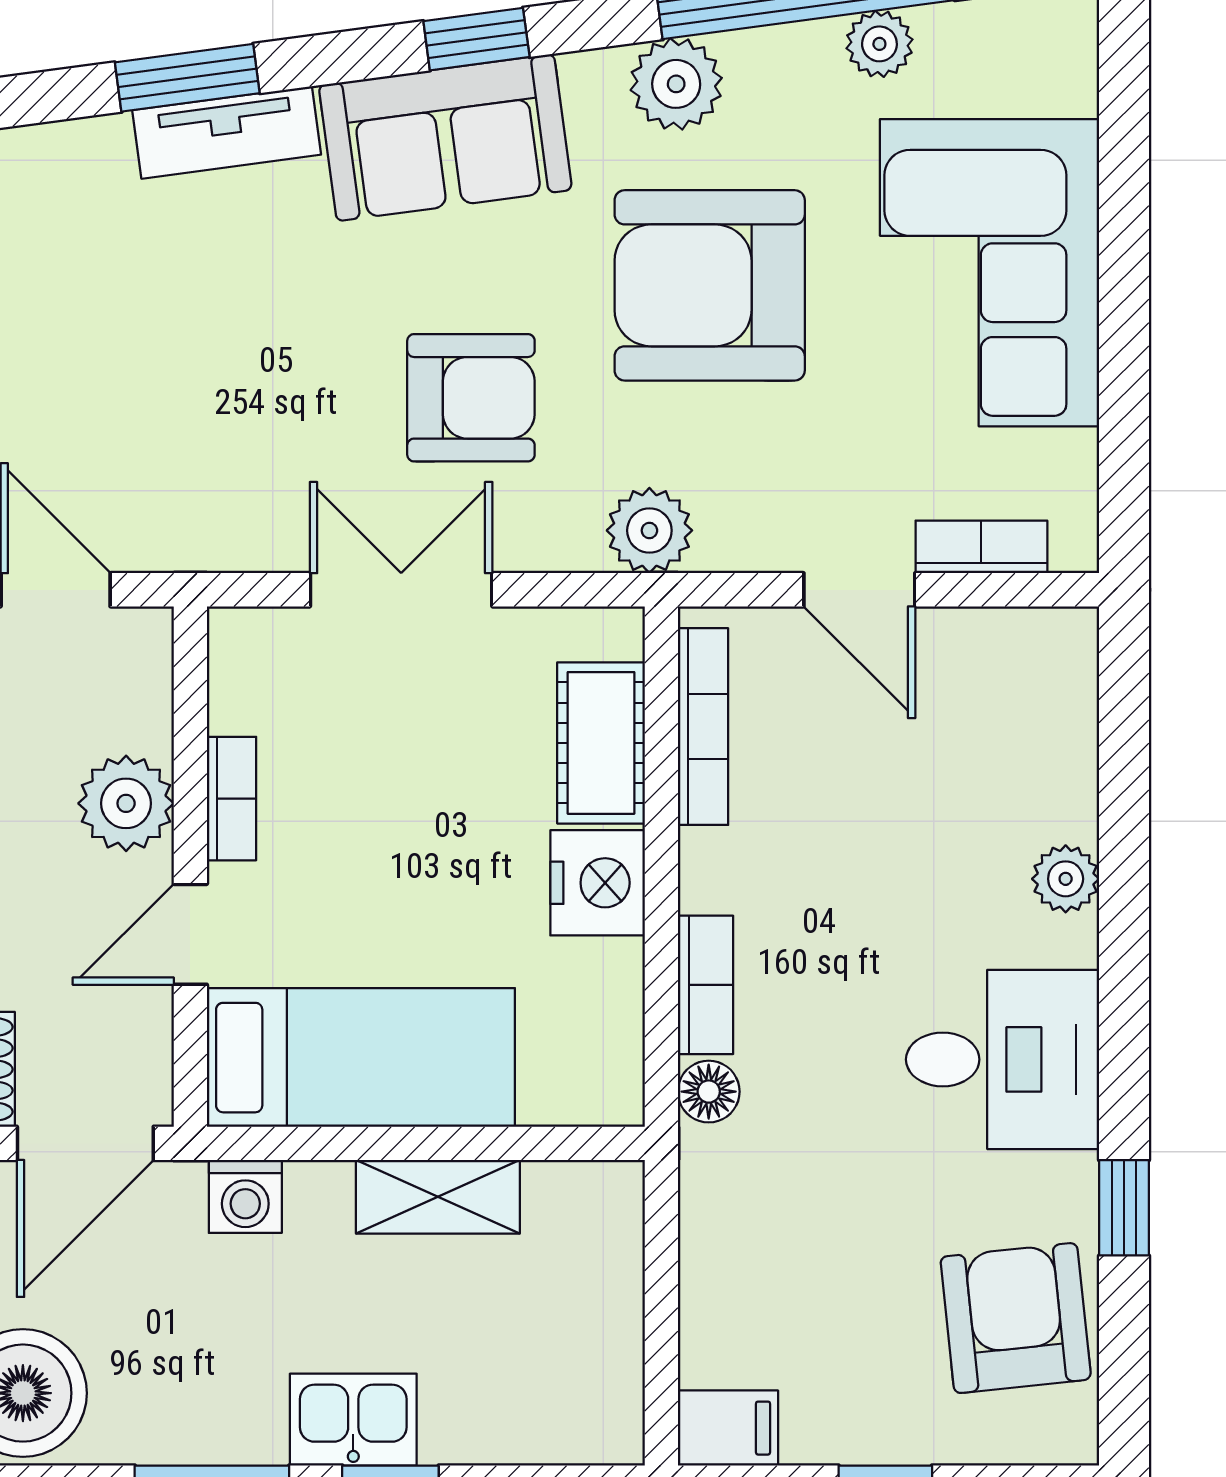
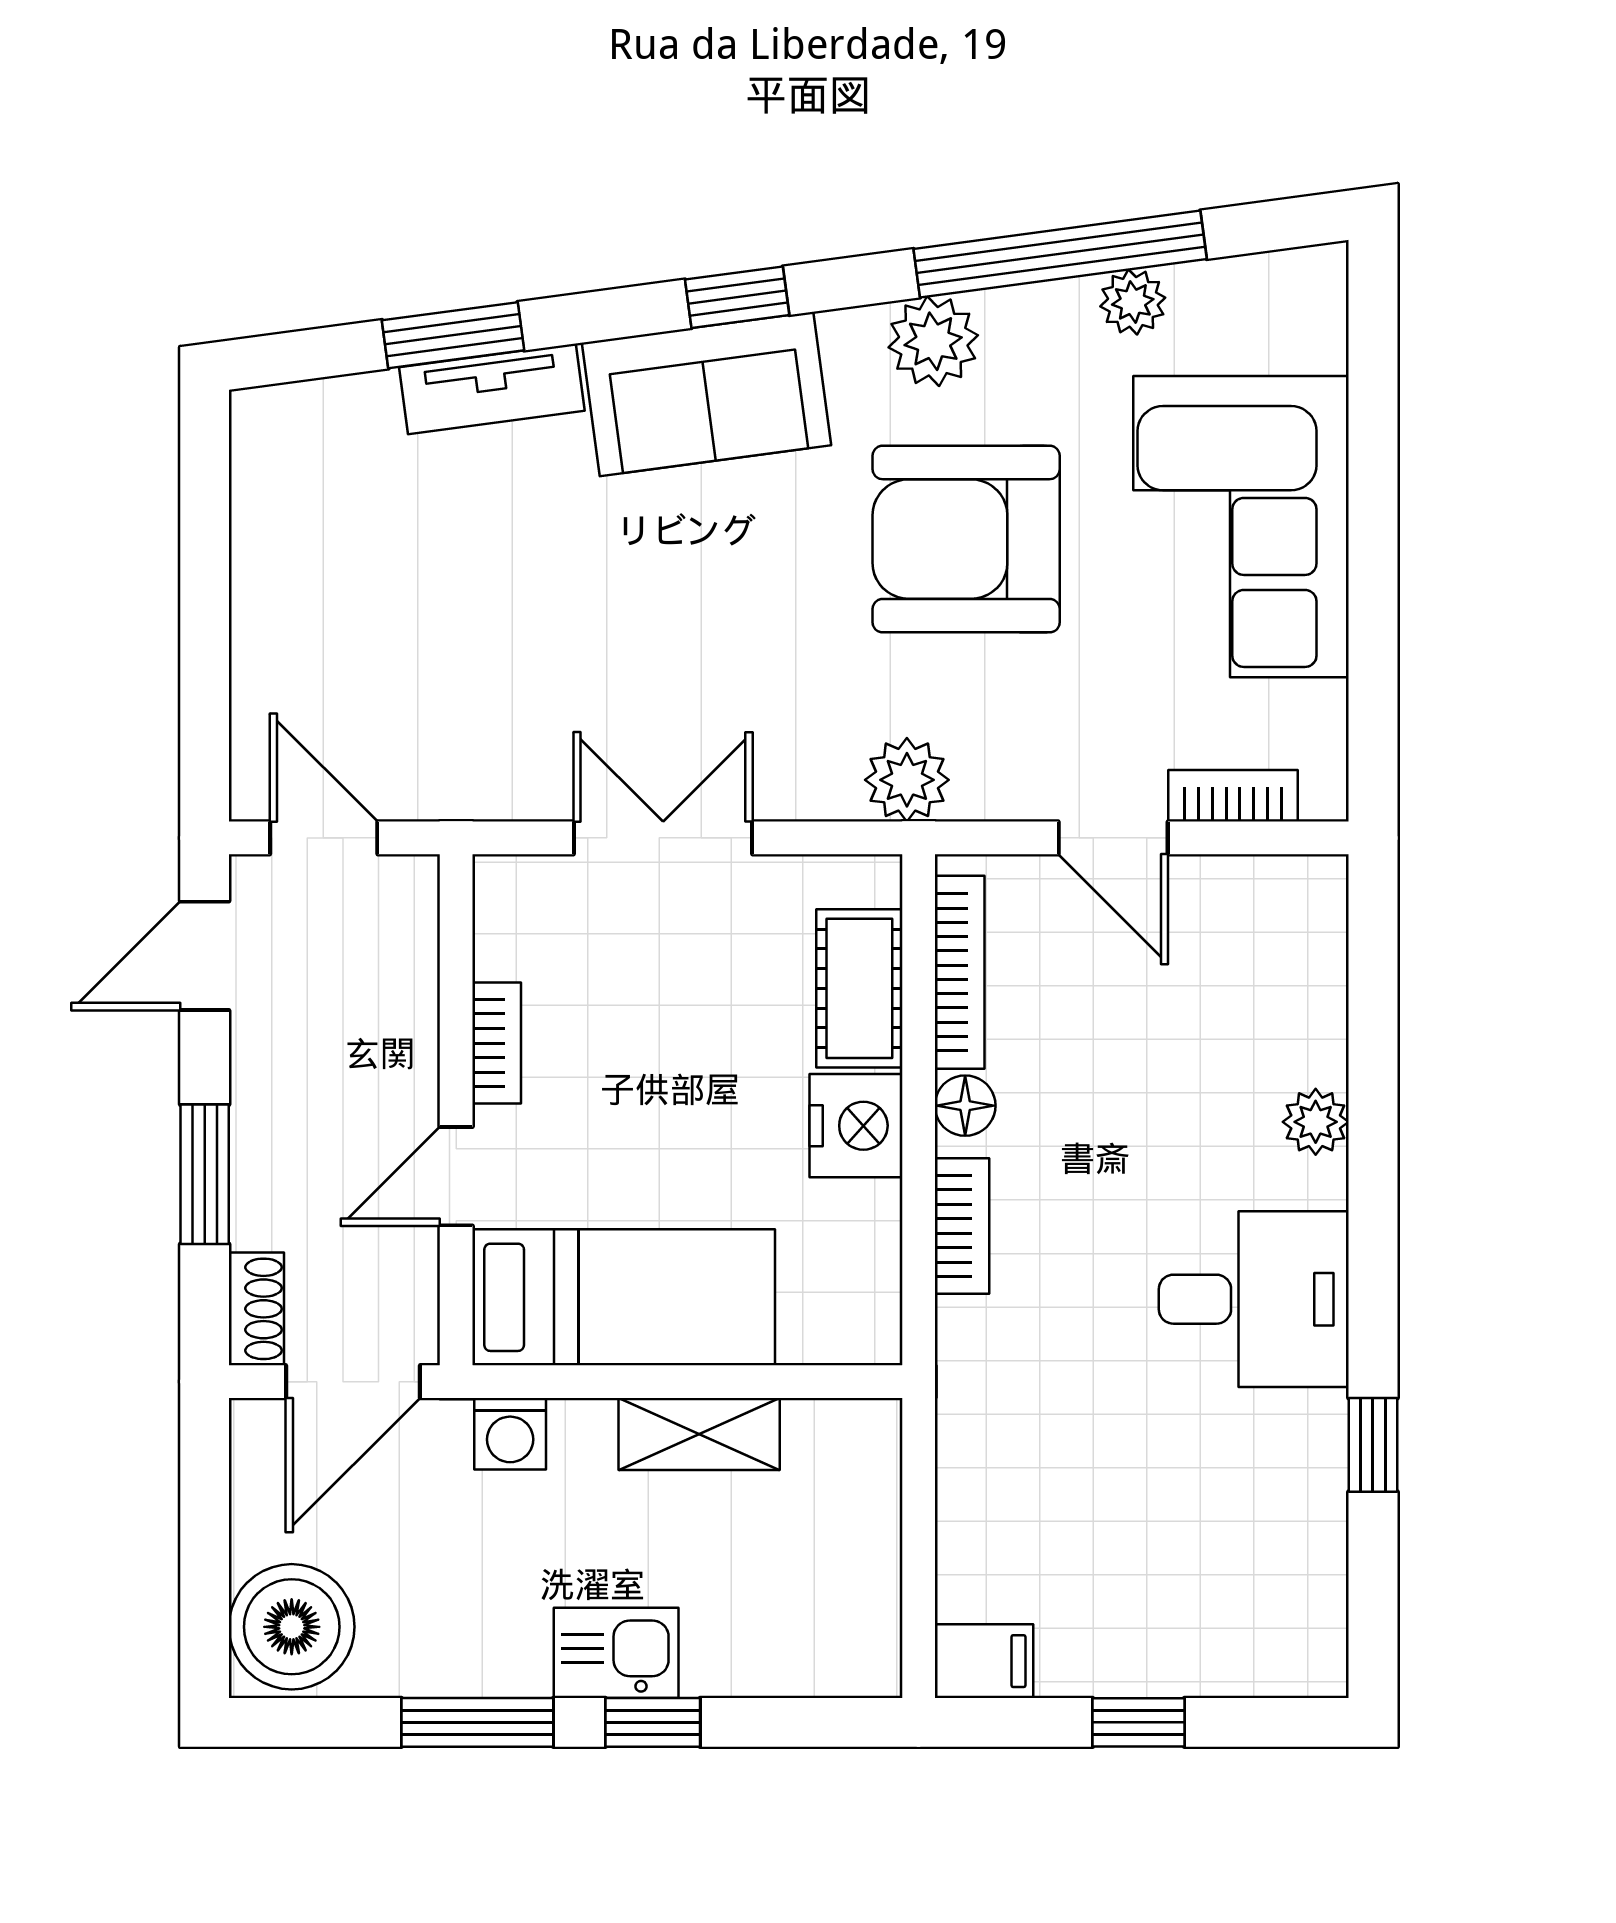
armchair: (471, 398) -> (732, 649), removed
plant: (126, 803) -> (393, 1048), removed
floor lamp: (709, 1092) -> (965, 1106), moved
armchair: (1016, 1318) -> (1267, 1553), removed

